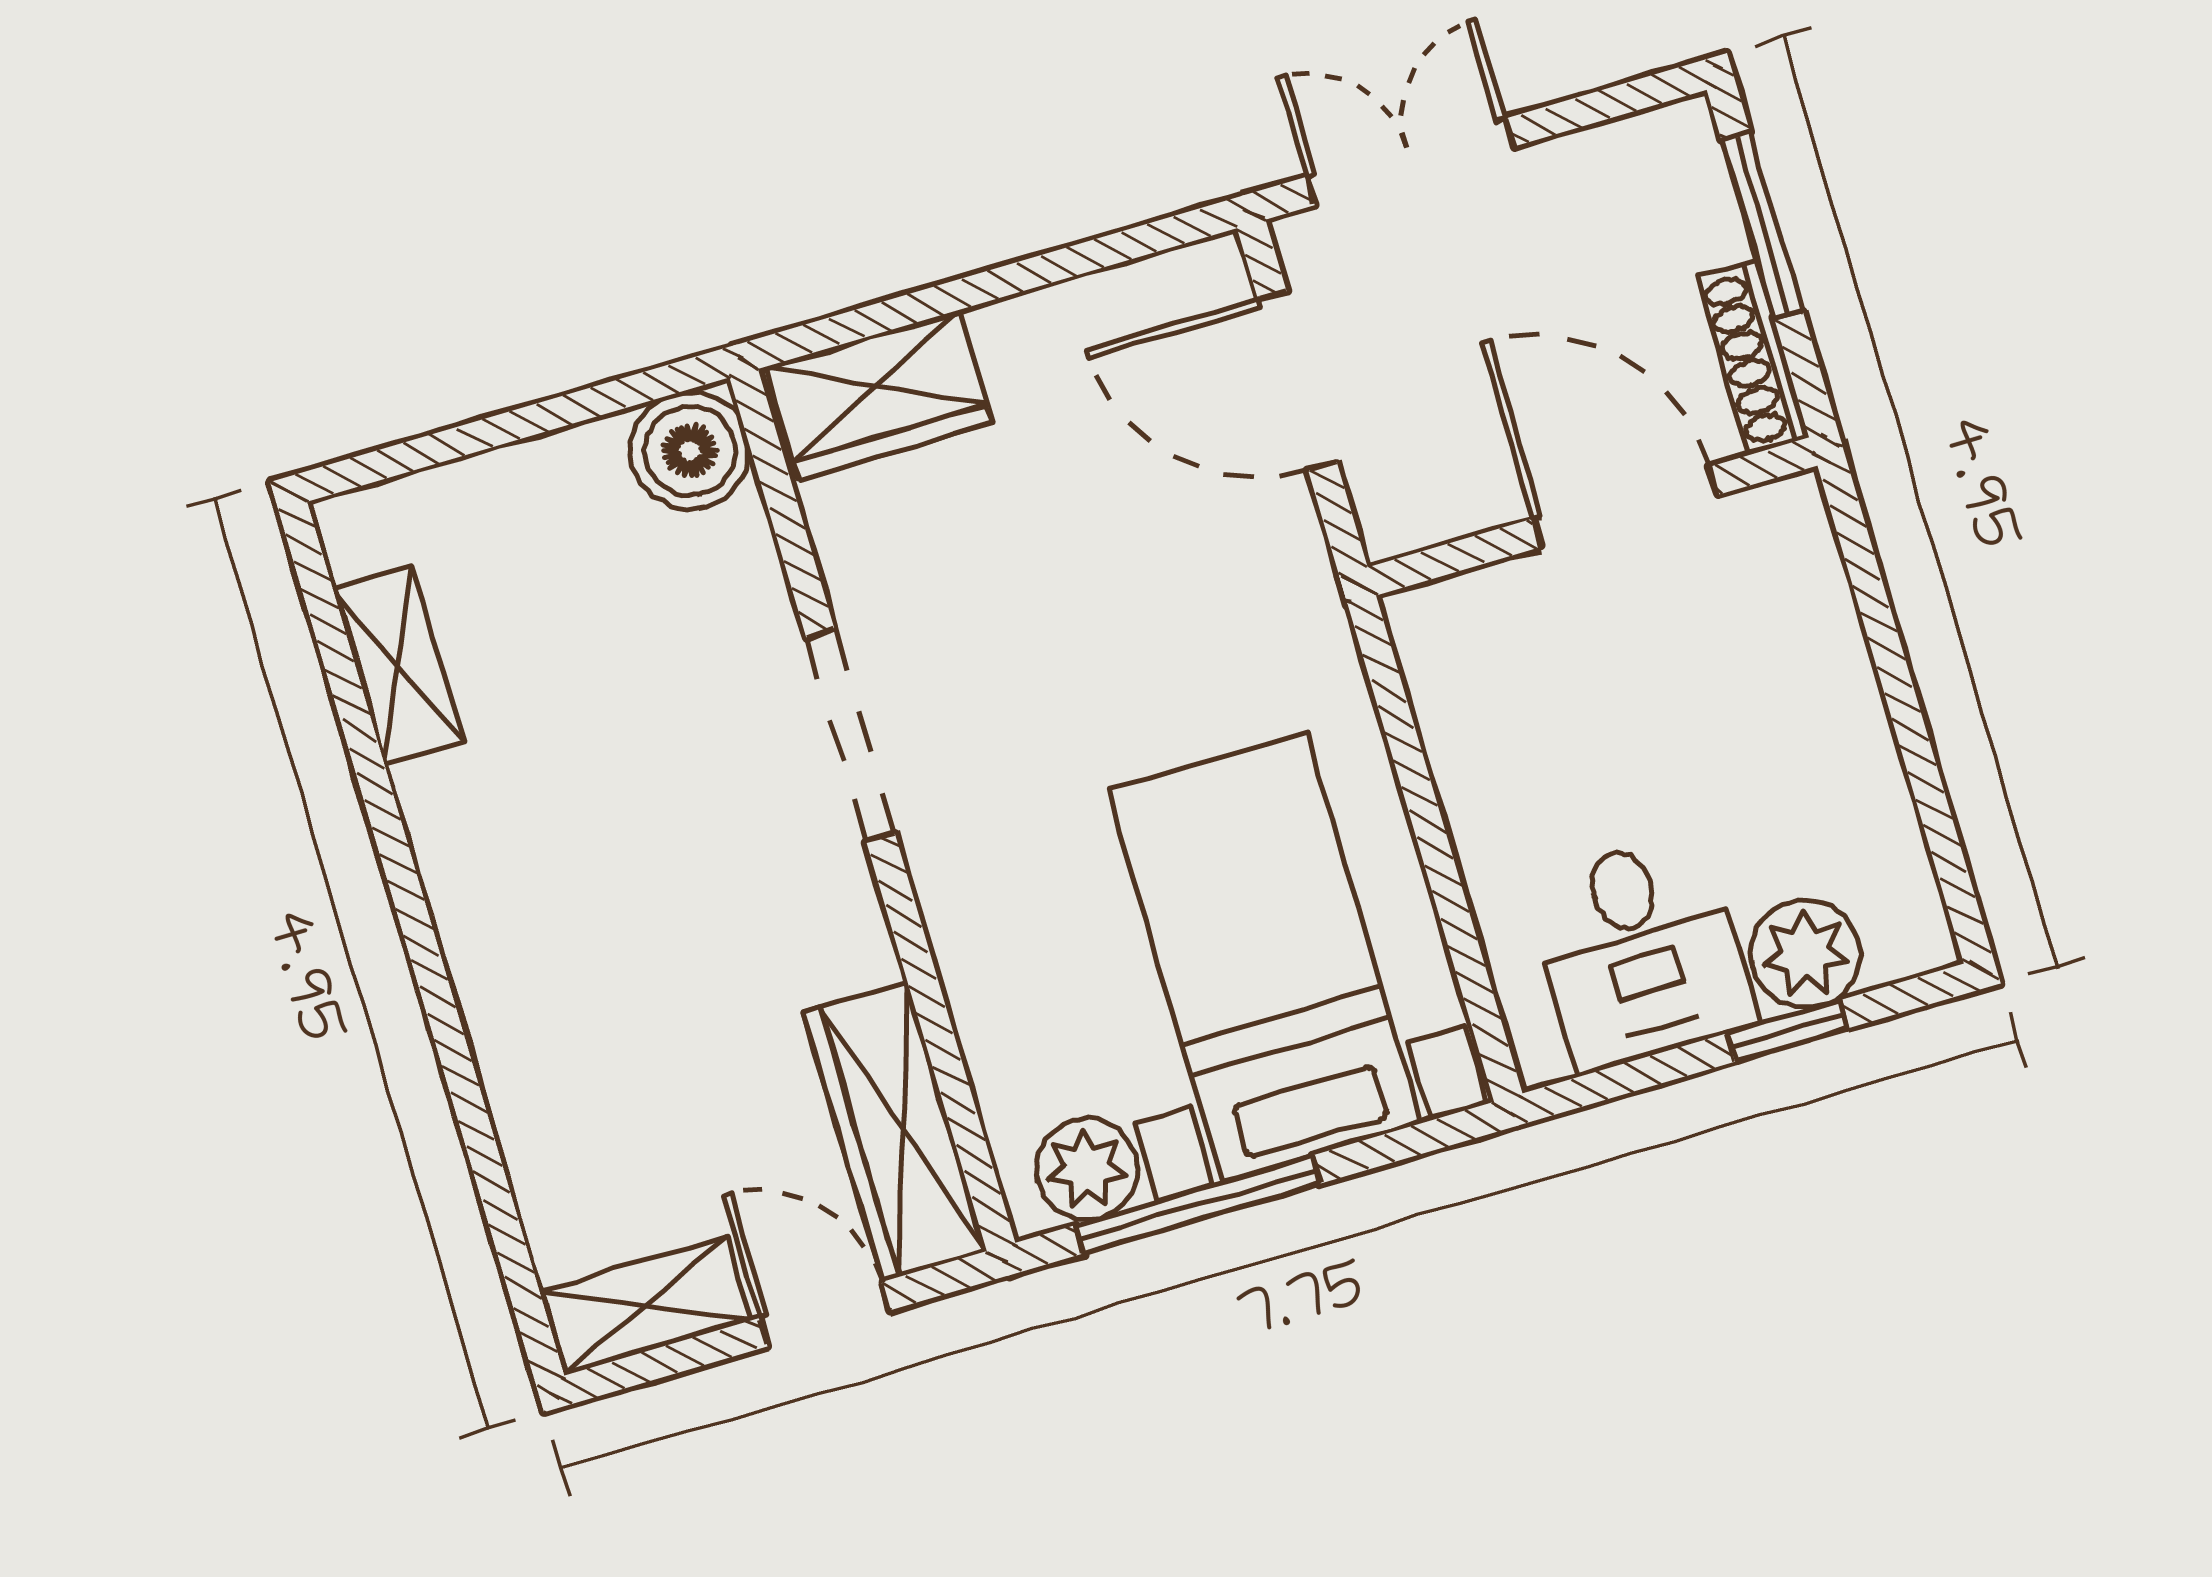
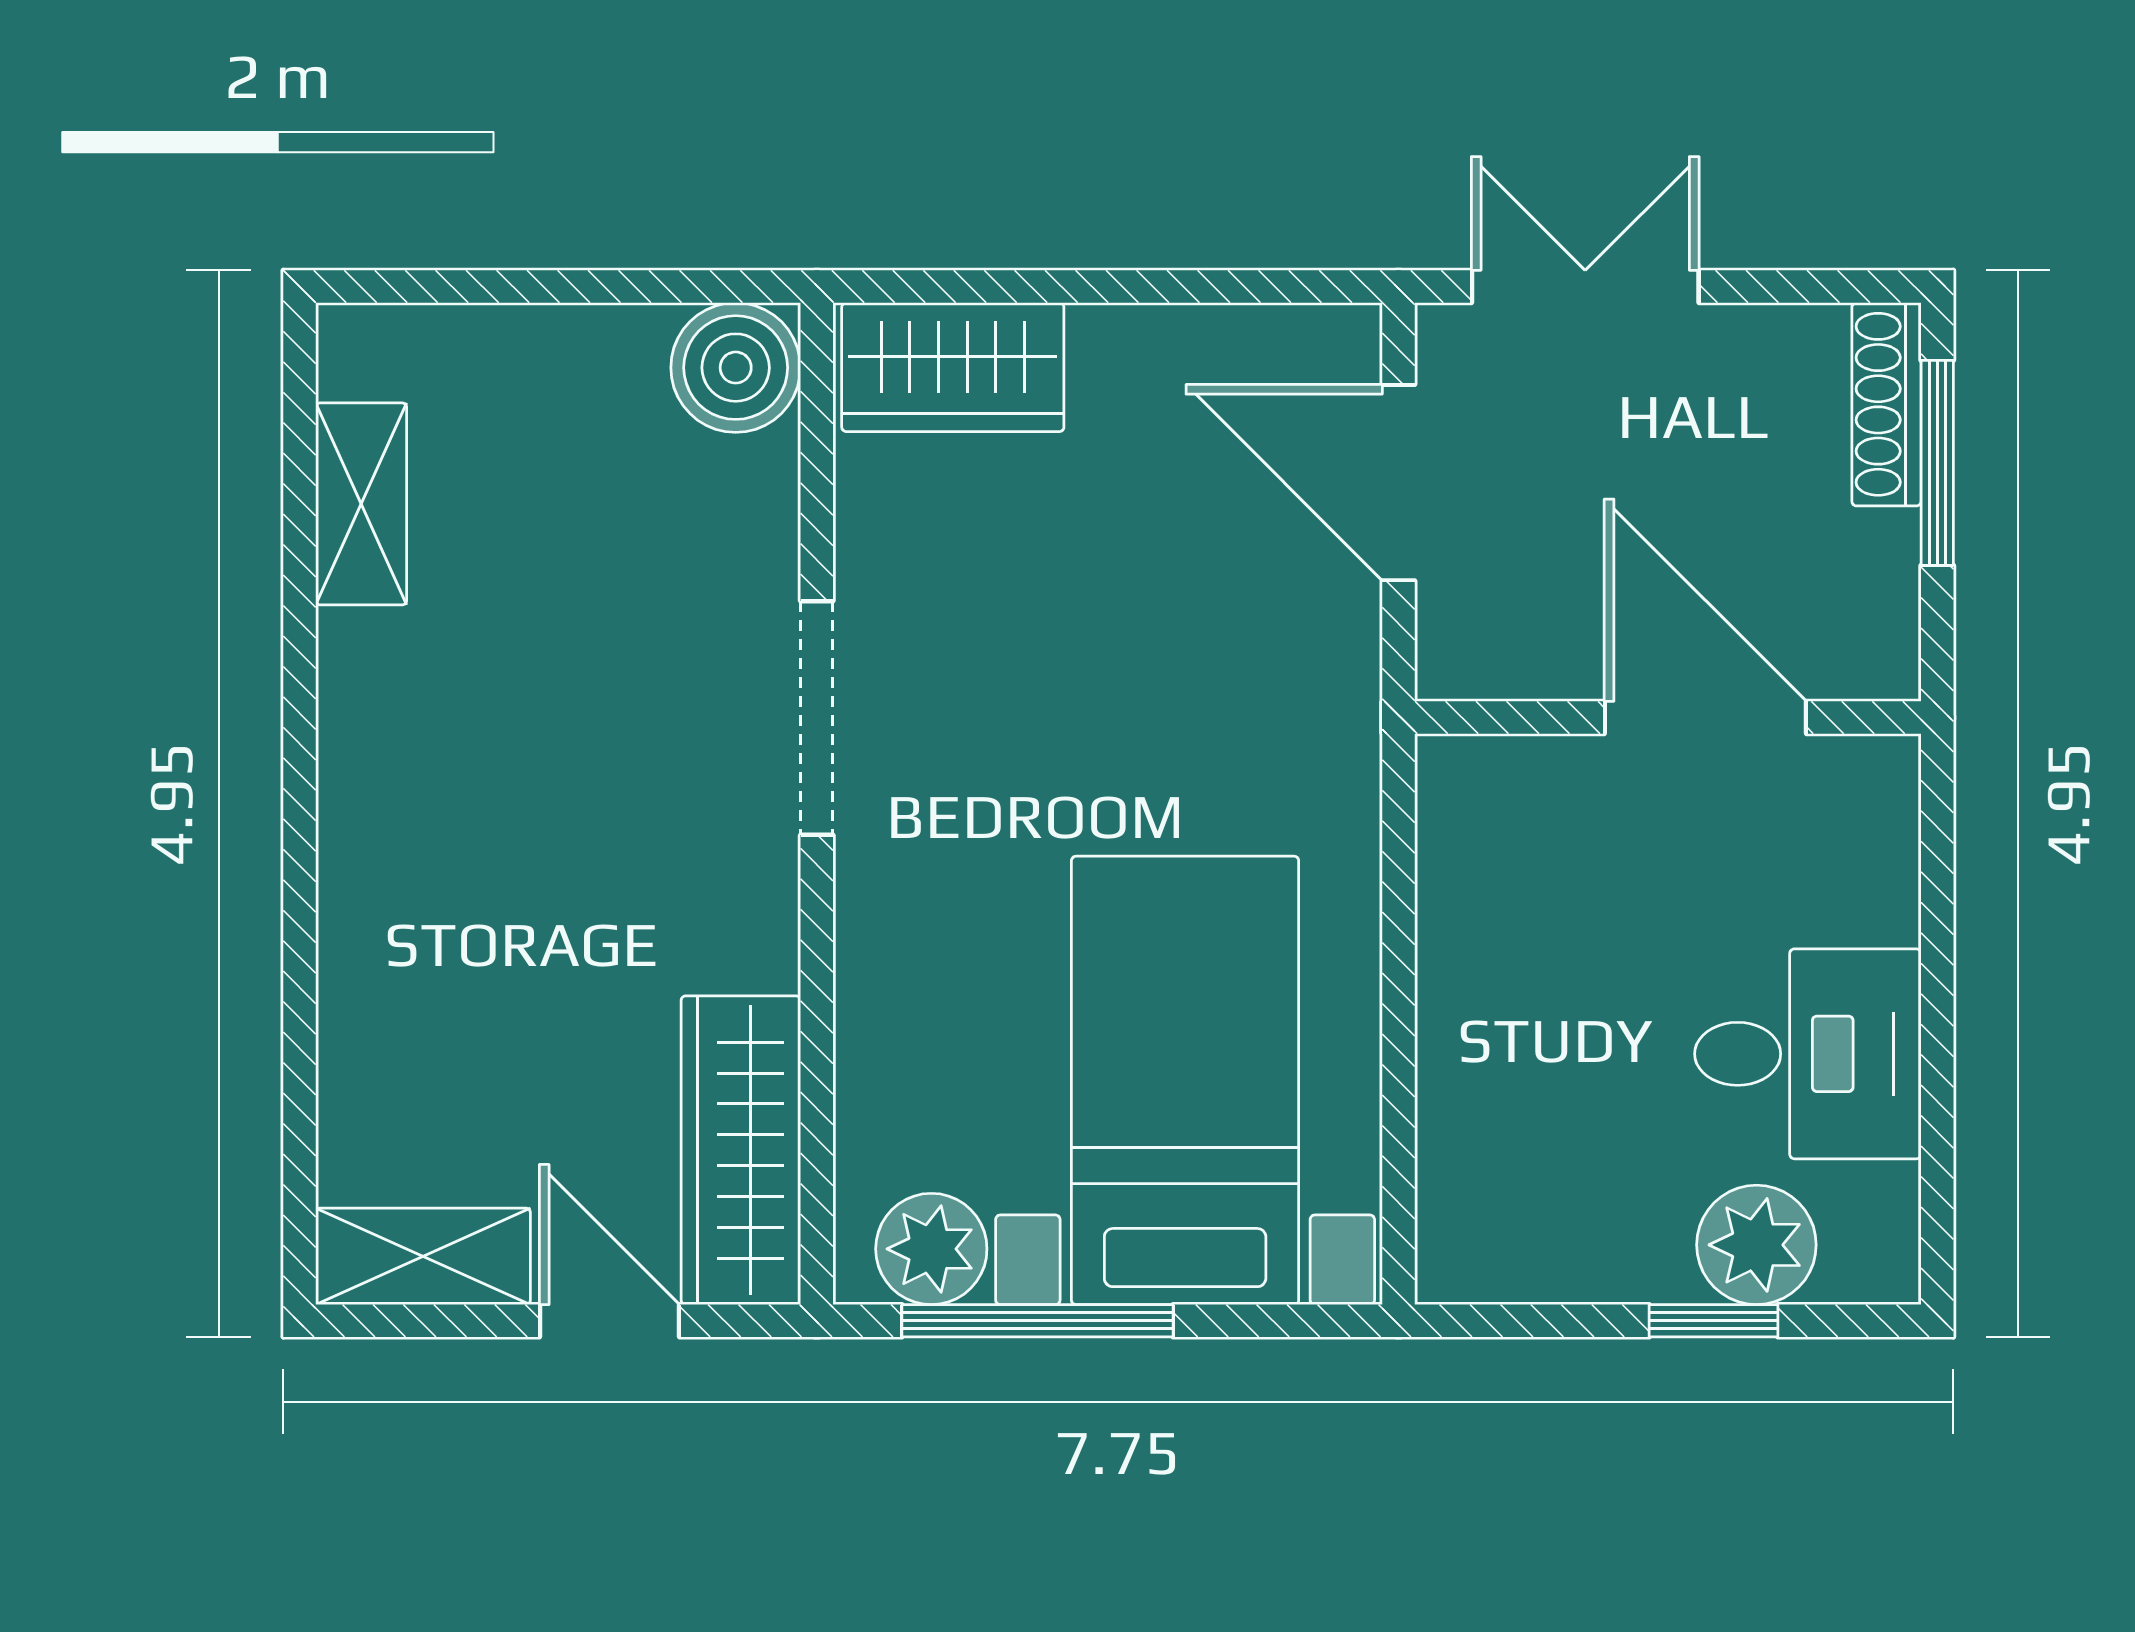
shoe rack: (1753, 358) -> (1886, 404), moved
desk: (1640, 952) -> (1808, 1054), moved, turned -90

